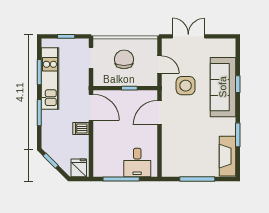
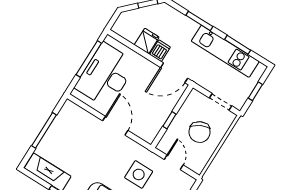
chair: (124, 59) -> (200, 132), turned 63
door: (159, 65) -> (174, 162), swing flipped
door: (159, 113) -> (115, 126), moved
desk: (137, 163) -> (106, 75), width x1.87, depth x1.30
fridge: (79, 168) -> (147, 41), moved, turned -90

